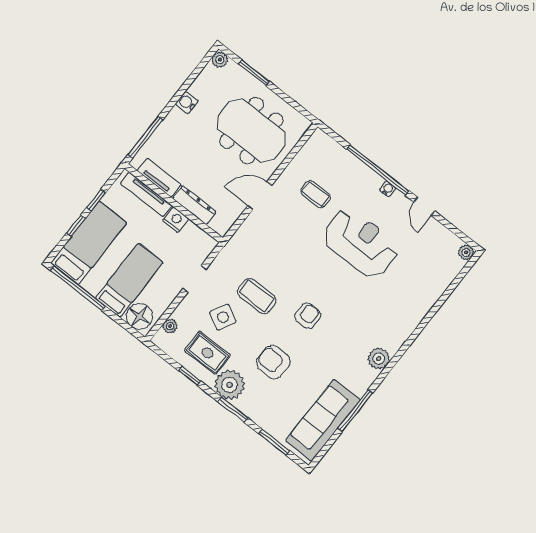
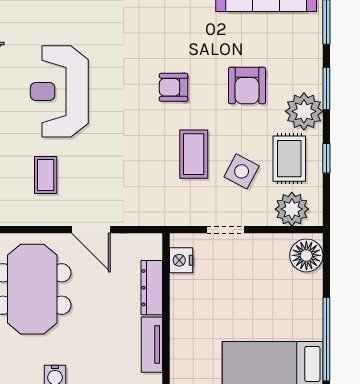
tv unit: (146, 195) -> (179, 344), removed
nightstand: (176, 220) -> (181, 260), moved
bed: (129, 280) -> (278, 294), removed
plant: (170, 326) -> (292, 209), width x1.88, depth x1.88

